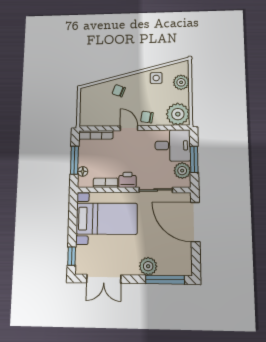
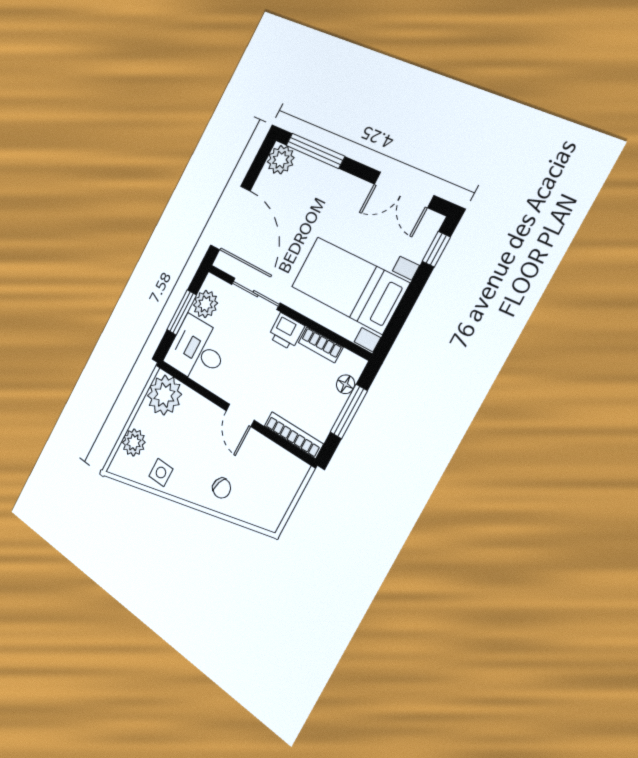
chair: (147, 117) -> (206, 417), removed
plant: (148, 266) -> (281, 160), moved
double door: (104, 279) -> (404, 190), swing flipped

